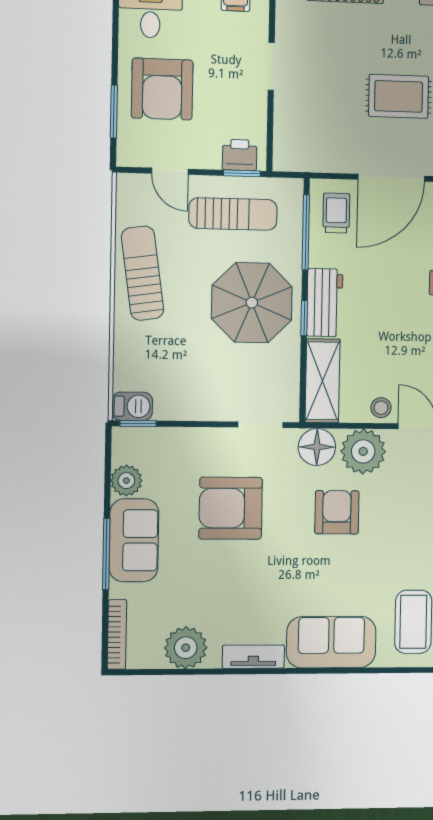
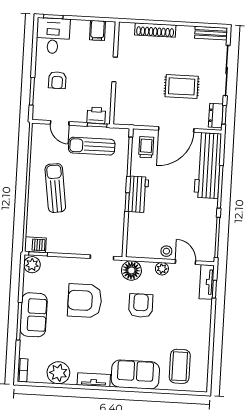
armchair: (162, 89) -> (57, 80), width x0.53, depth x0.53
sun lounger: (233, 214) -> (92, 146), turned 180
sun lounger: (143, 273) -> (55, 188), moved
parasol: (252, 303) -> (100, 193), removed
shelving: (323, 381) -> (136, 236), removed
plant: (363, 451) -> (162, 269), width x0.53, depth x0.53
plant: (126, 481) -> (32, 265), moved
bookcase: (117, 634) -> (23, 370), width x0.64

